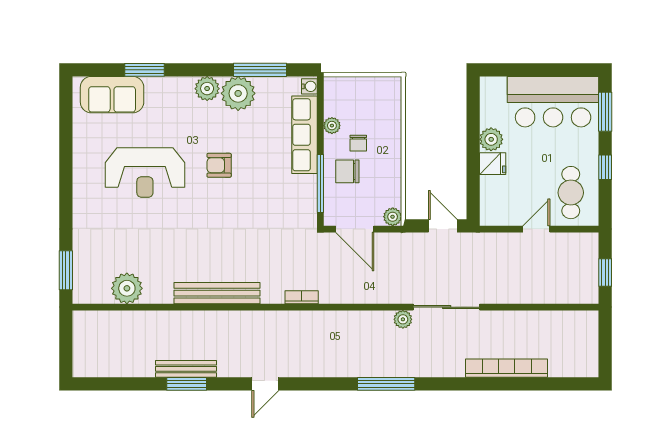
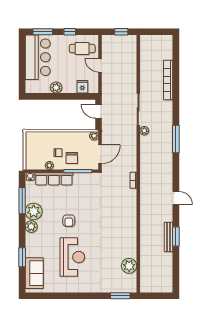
fridge: (493, 164) -> (82, 87), moved
door: (443, 226) -> (98, 111), hinge flipped
bench: (217, 293) -> (131, 222), removed

